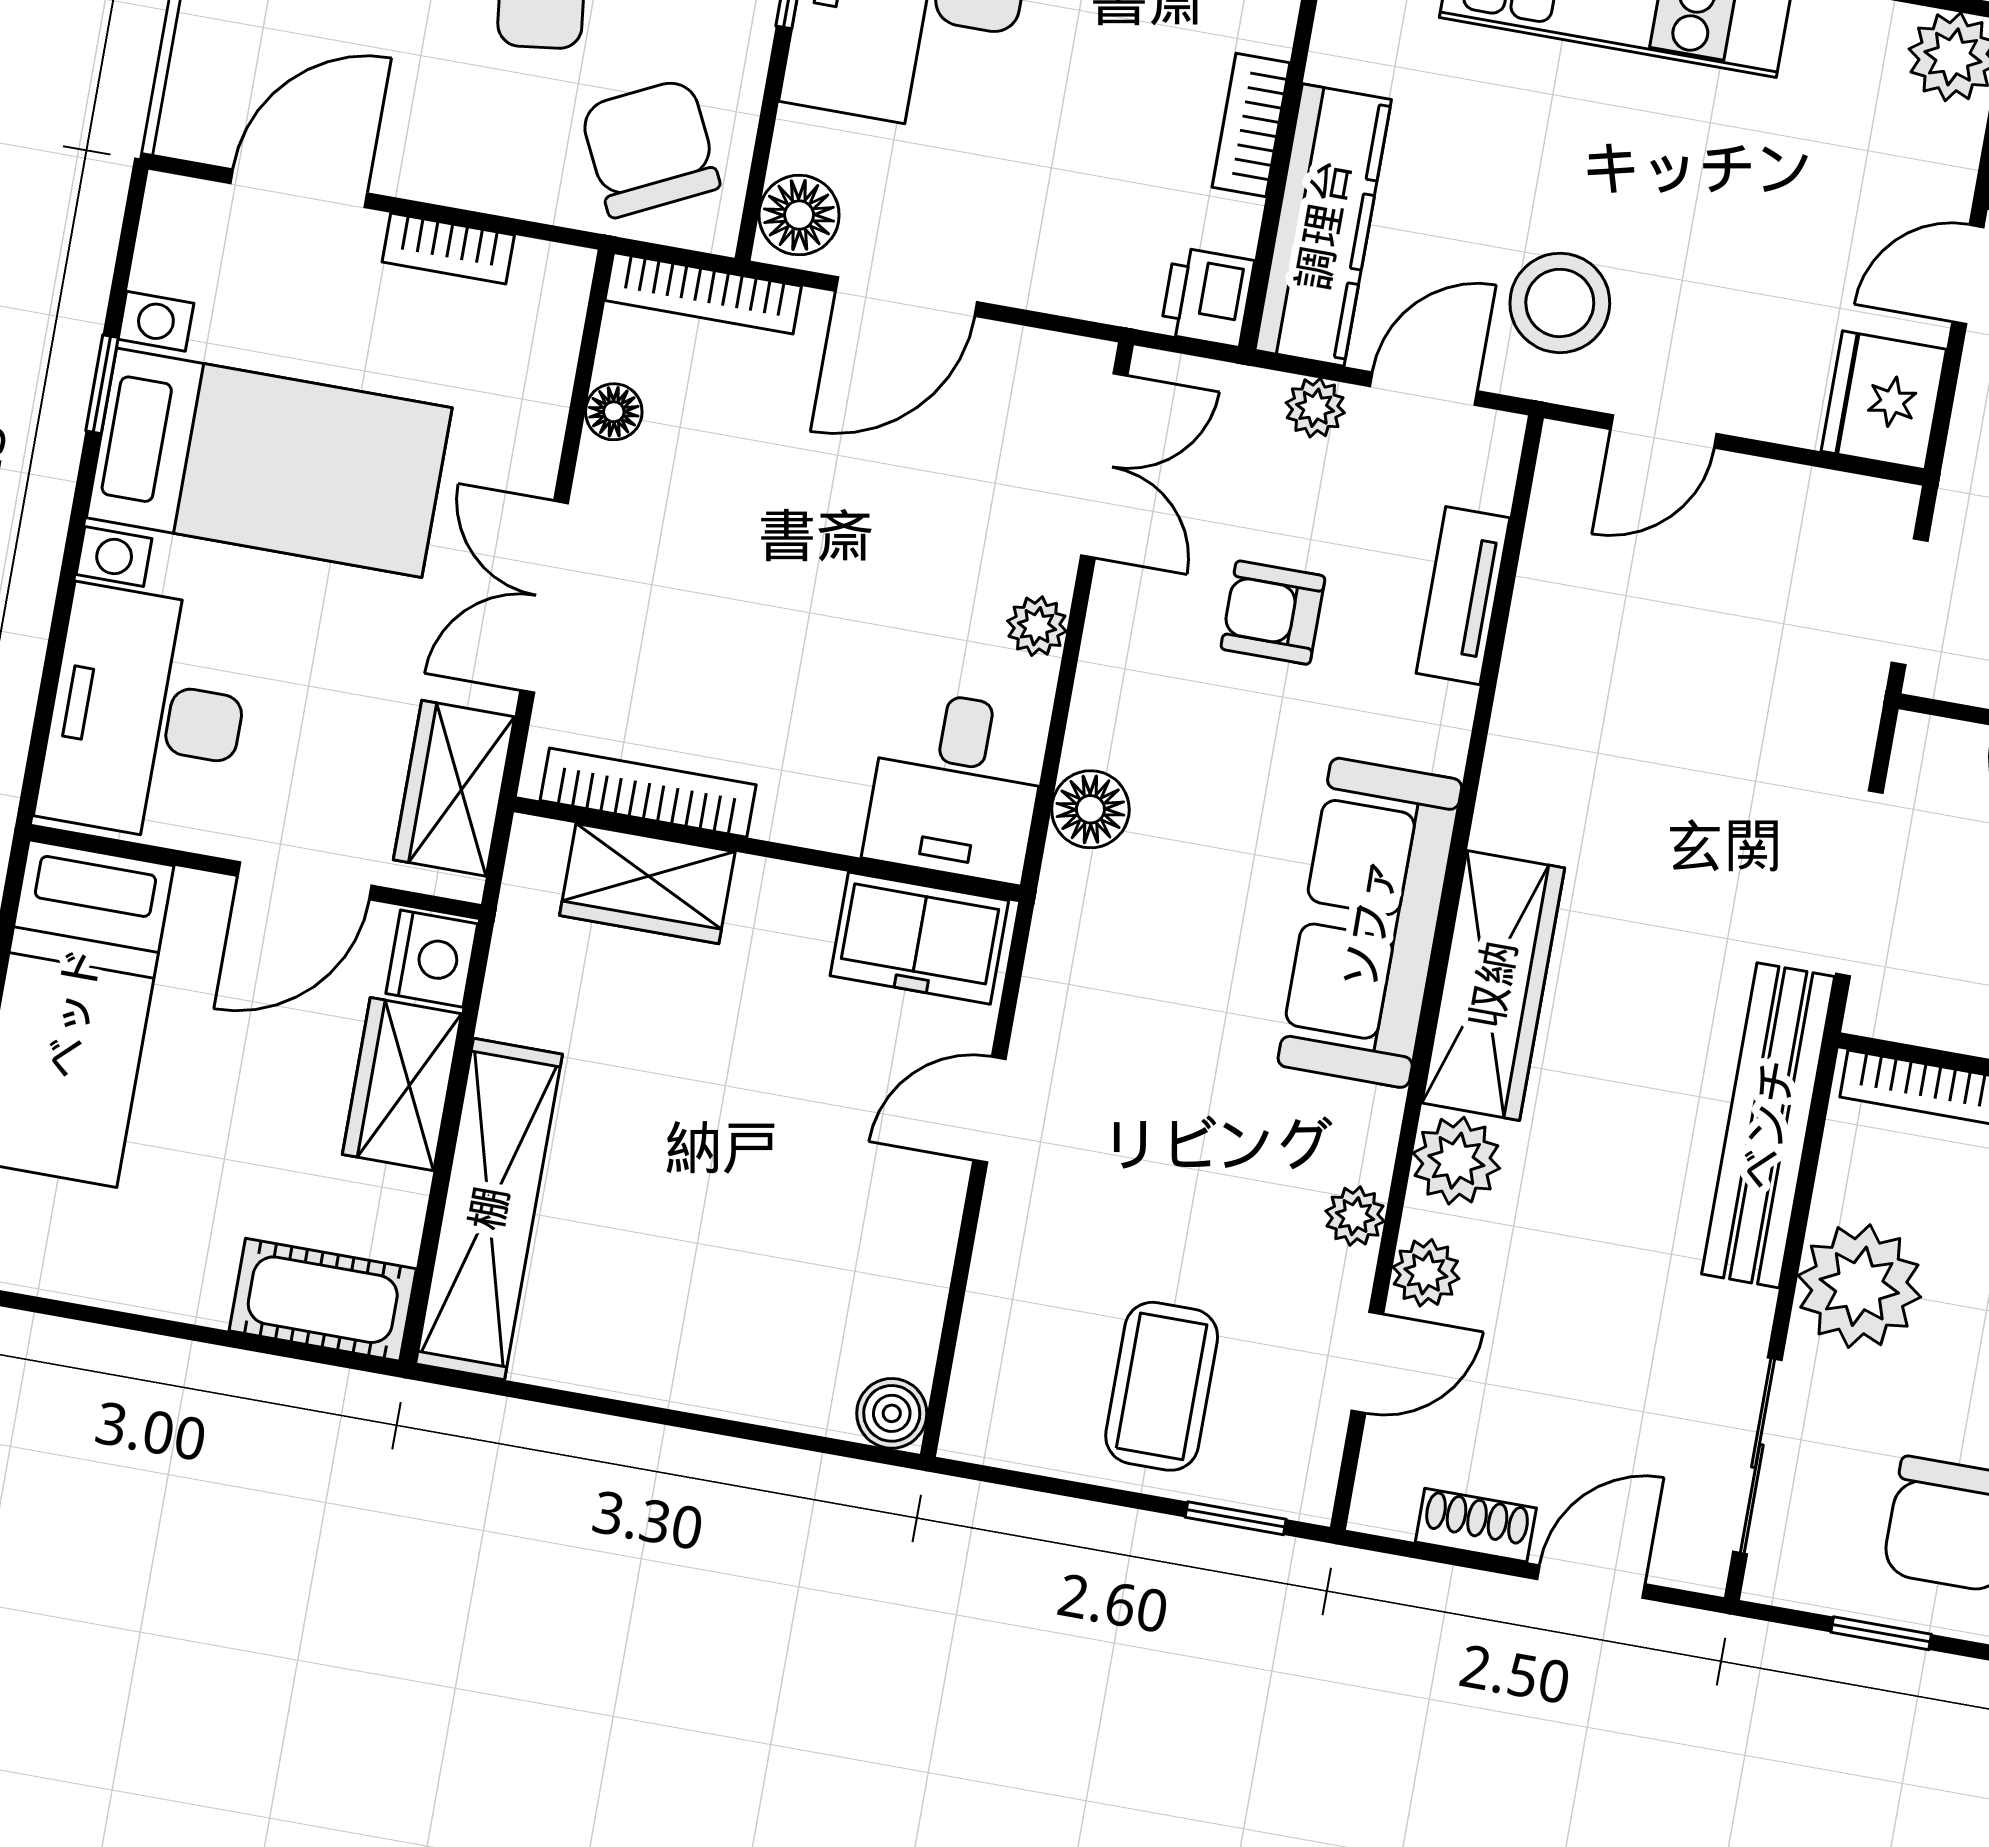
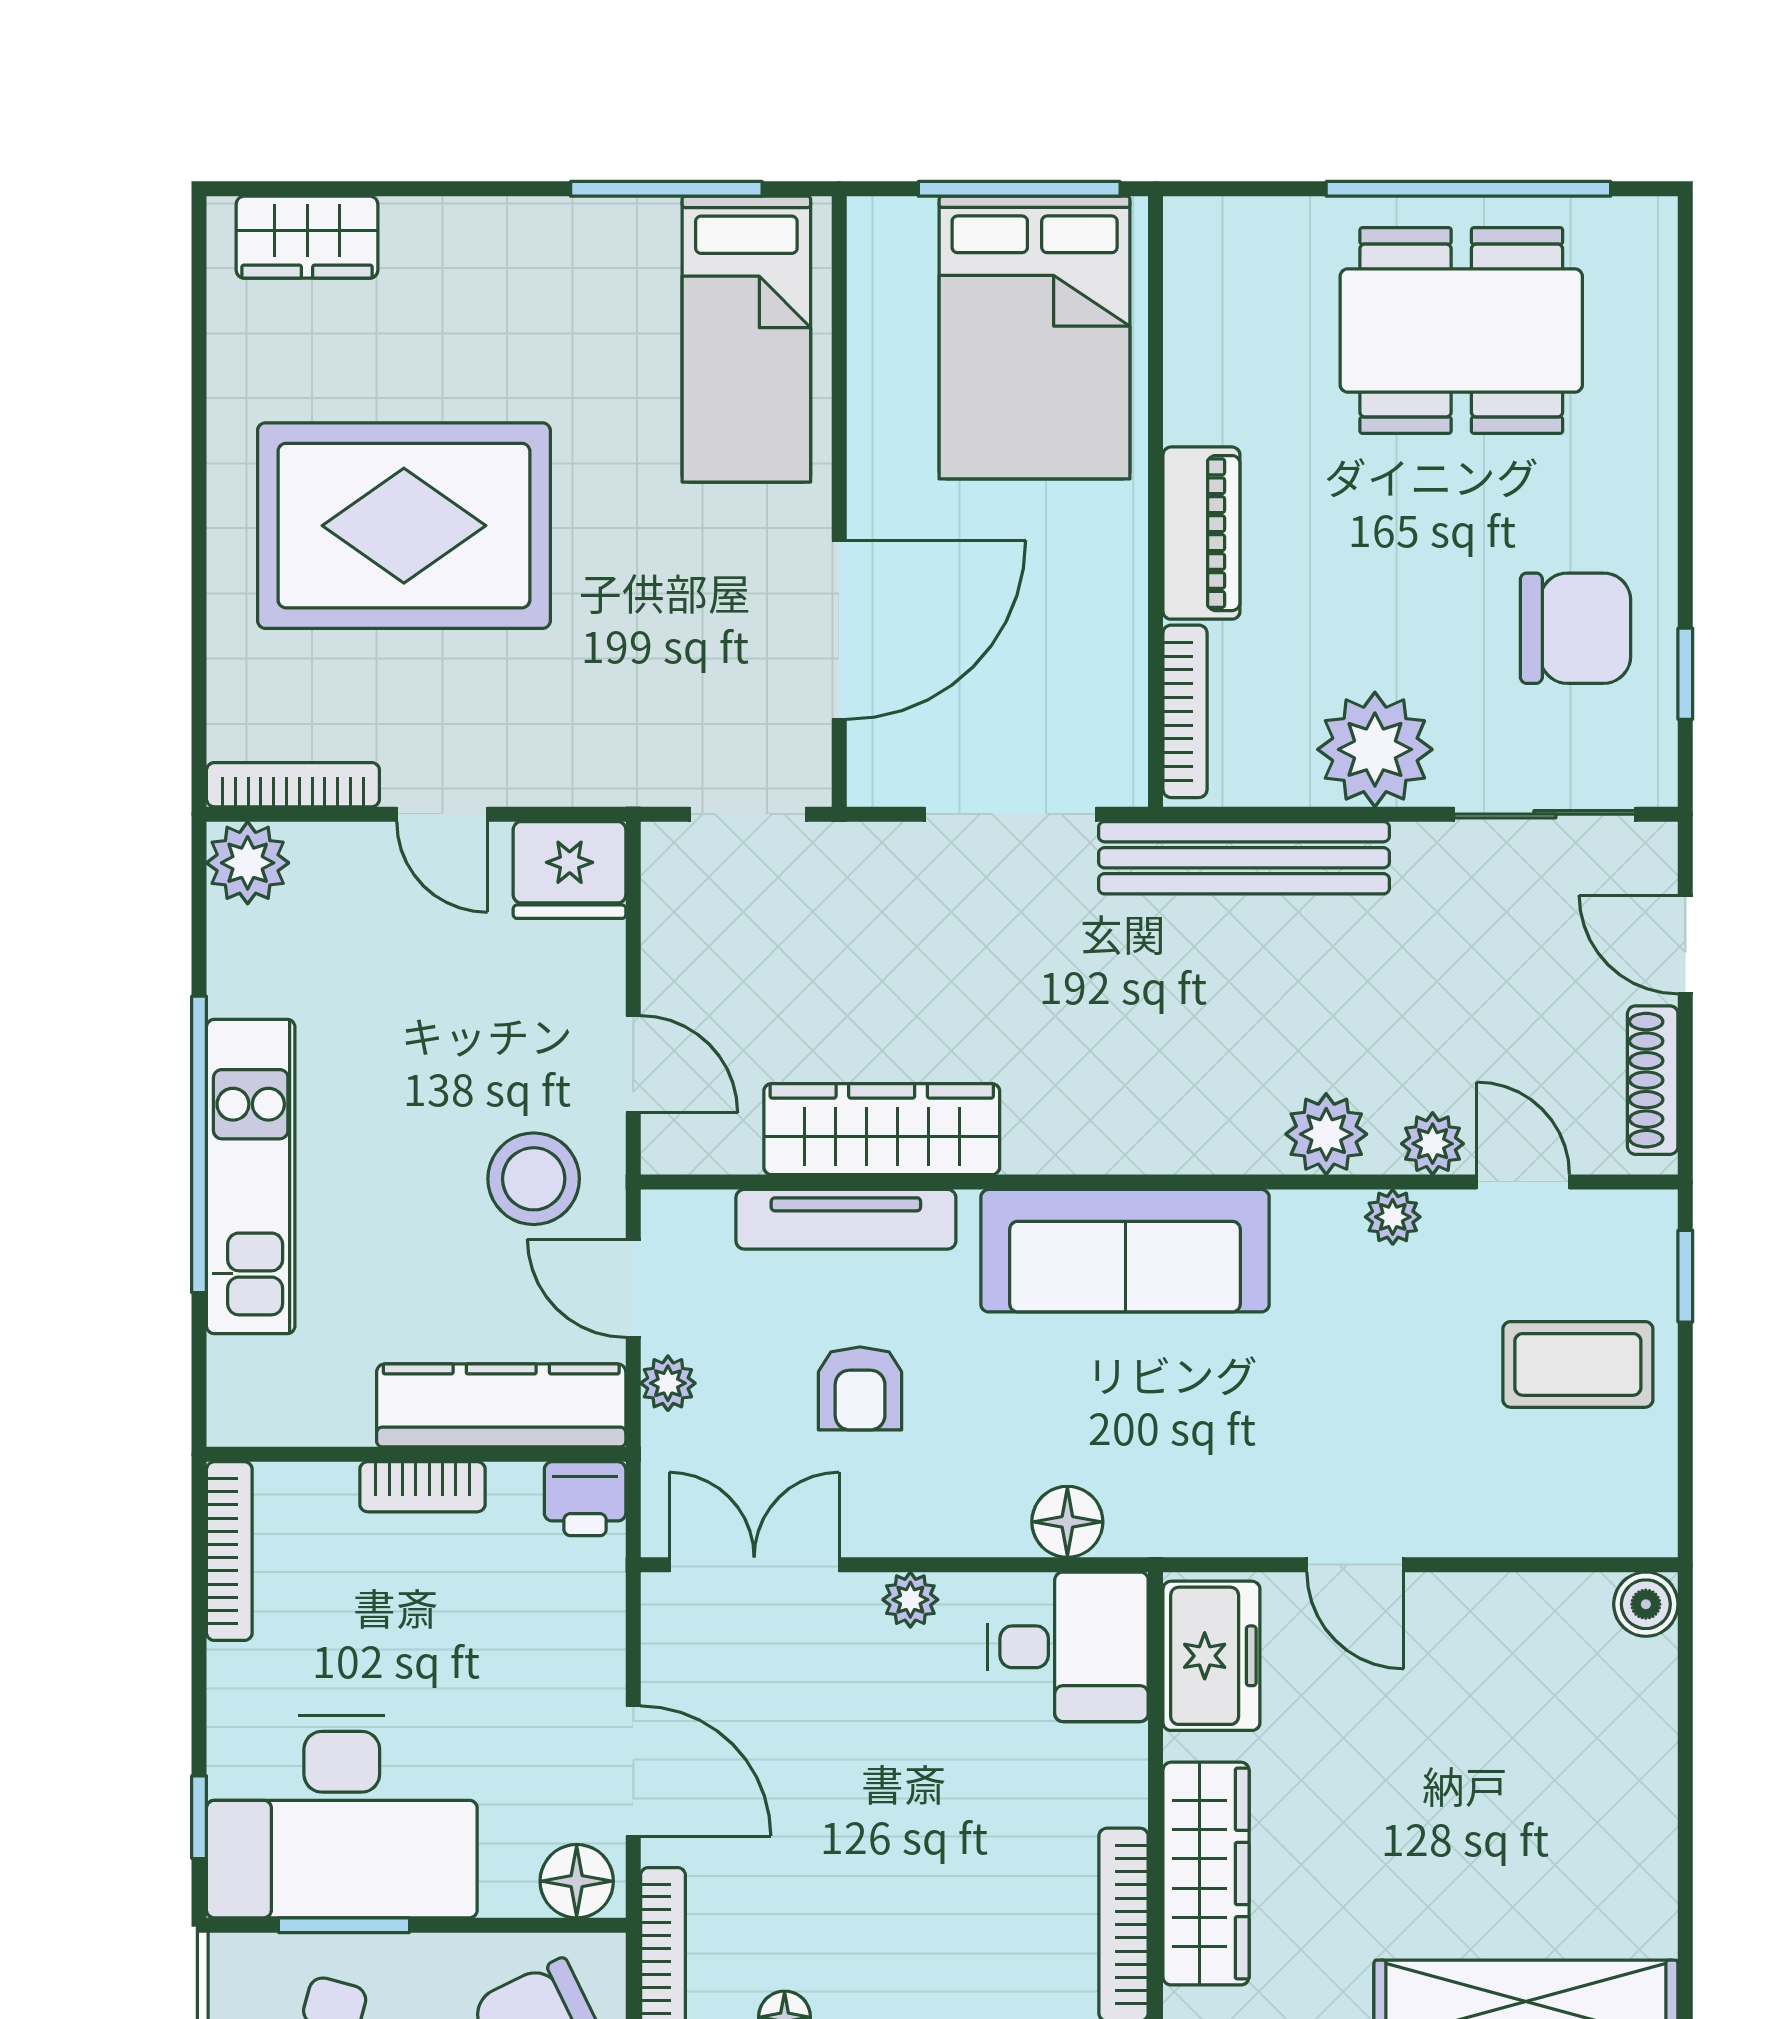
tv unit: (1463, 596) -> (846, 1219), width x1.41
wardrobe: (647, 884) -> (1206, 1874), width x1.50
wardrobe: (1493, 985) -> (882, 1129), moved
shoe rack: (1476, 1525) -> (1653, 1080), width x1.43

